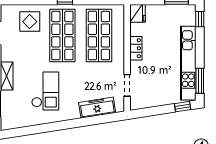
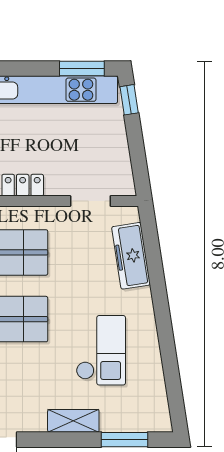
checkout: (45, 91) -> (101, 350), turned 90

